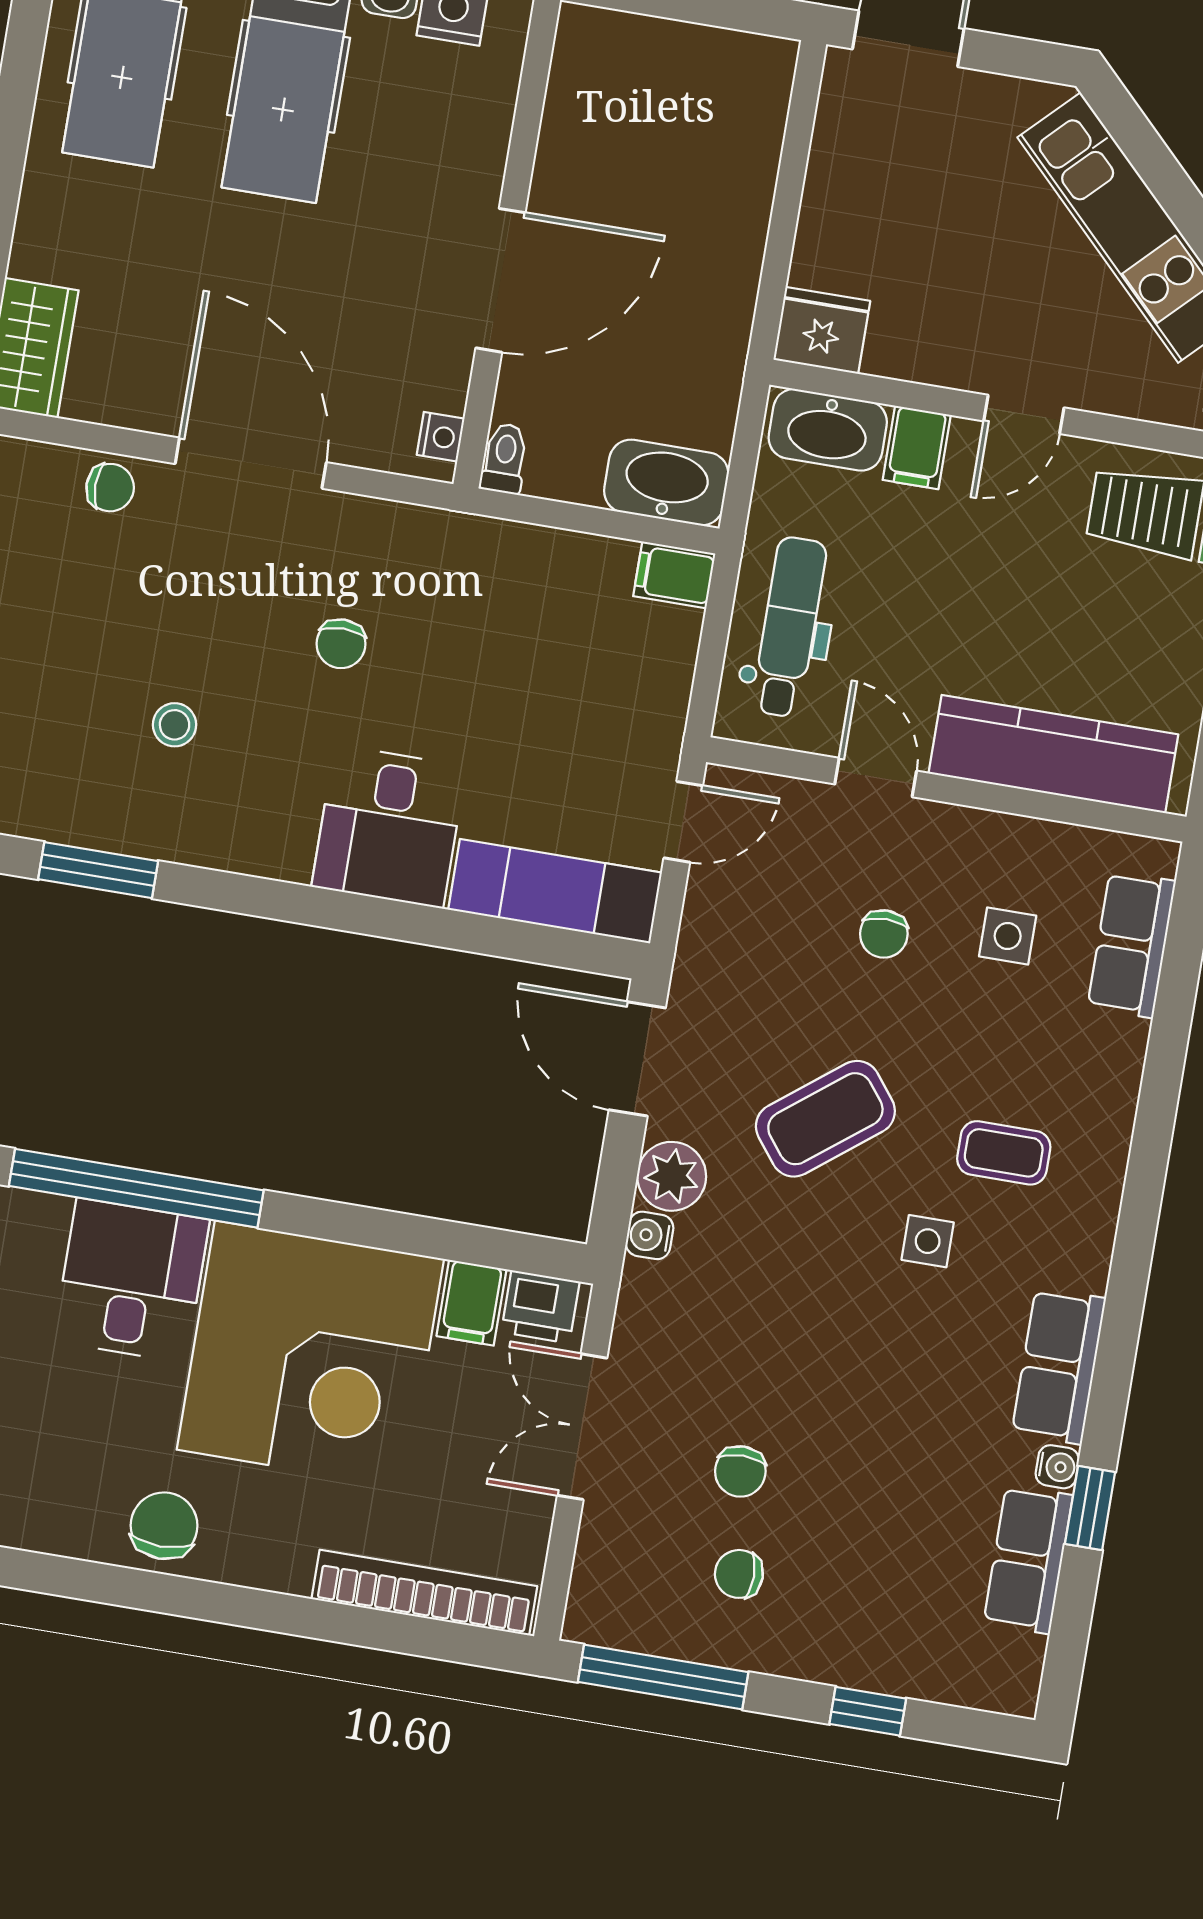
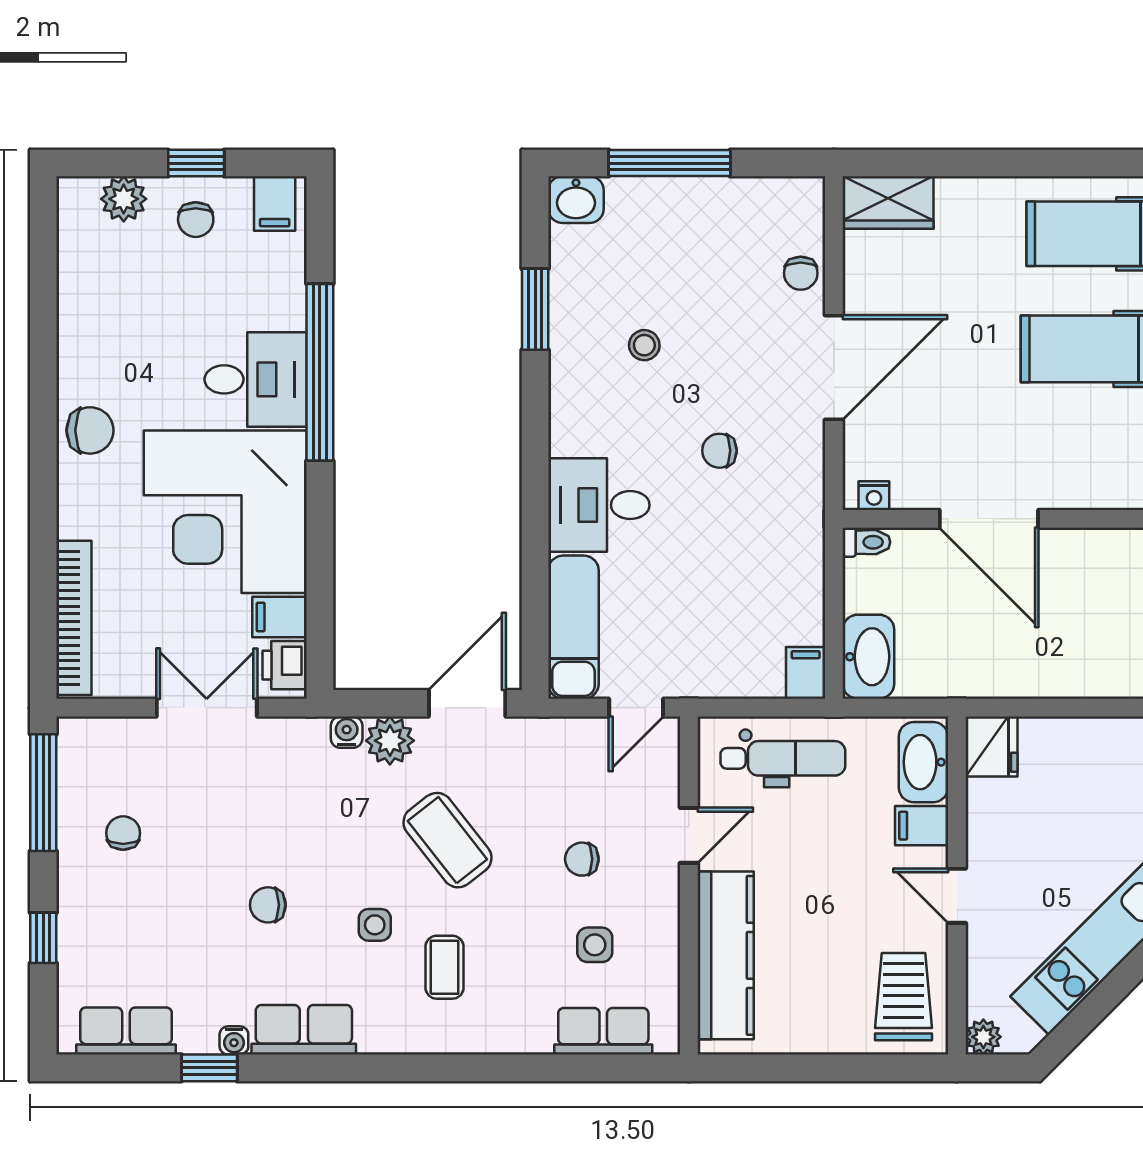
door: (683, 822) -> (636, 708), hinge flipped
chair: (740, 1471) -> (268, 905), moved
row of seats: (1028, 1559) -> (126, 1031), moved

